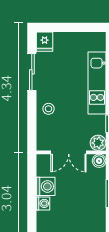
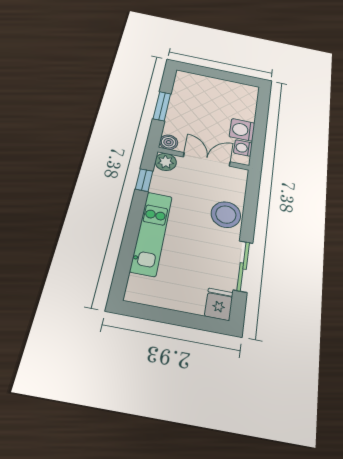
stool: (48, 109) -> (226, 215), width x1.89, depth x1.89
washing machine: (43, 203) -> (243, 148), moved

